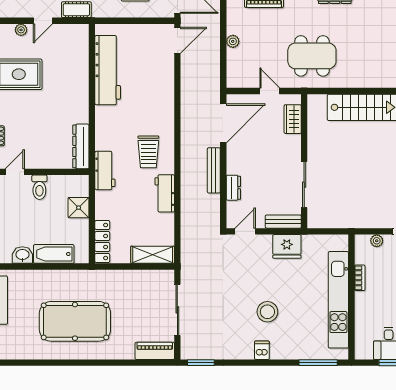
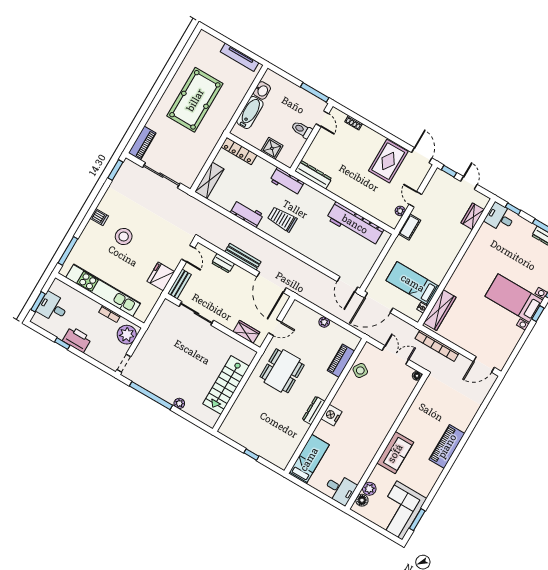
plant: (21, 30) -> (400, 211), moved
plant: (377, 241) -> (127, 335), width x1.87, depth x1.87

